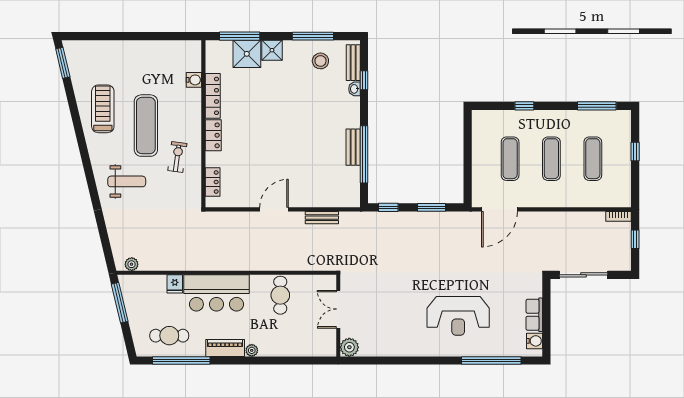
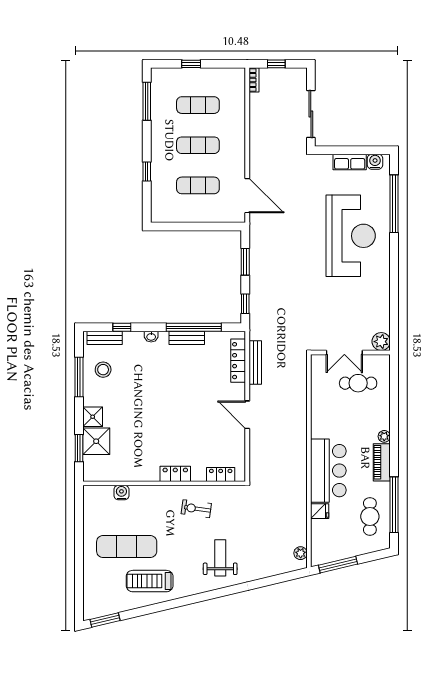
window: (240, 36) -> (79, 448), width x0.69
washbasin: (354, 89) -> (151, 337), moved
locker: (213, 96) -> (238, 361), moved, turned -90
exercise mat: (146, 126) -> (127, 547), moved
bench: (322, 218) -> (255, 362), width x1.36
cafe table: (280, 295) -> (358, 383), moved
reception desk: (458, 316) -> (351, 236), width x1.36, depth x1.30

